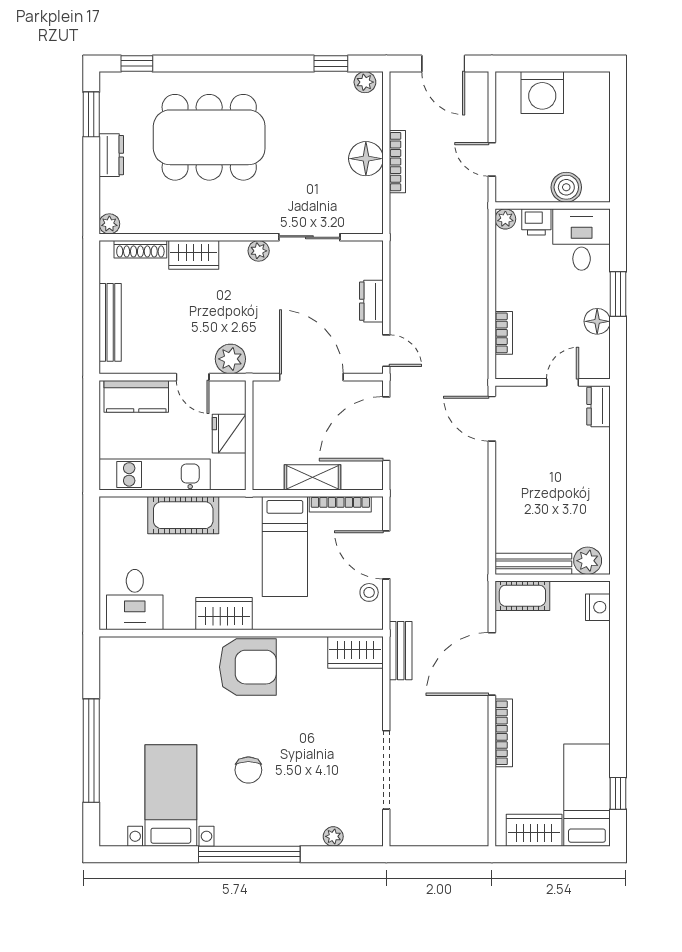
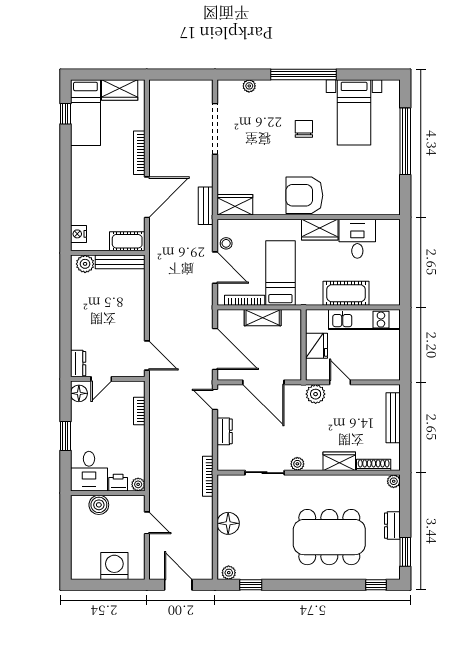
bookcase: (397, 162) -> (208, 476), moved
floor lamp: (597, 321) -> (79, 393), moved
kitchen counter: (136, 396) -> (376, 370), removed
door: (386, 429) -> (215, 349), hinge flipped
desk: (135, 600) -> (357, 239), moved

